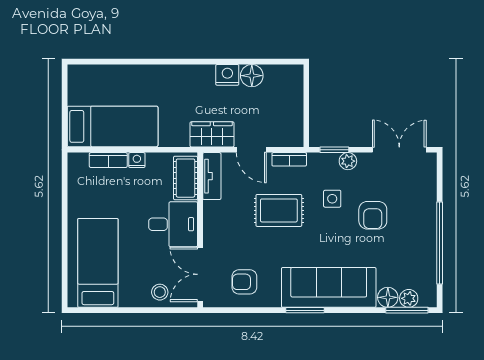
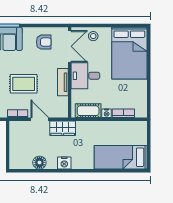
nightstand: (227, 75) -> (64, 163), moved
bed: (113, 126) -> (121, 157), moved
tv unit: (212, 176) -> (63, 82), moved
cot: (185, 178) -> (88, 111), moved, turned 90
bed: (98, 263) -> (129, 53), width x1.50

